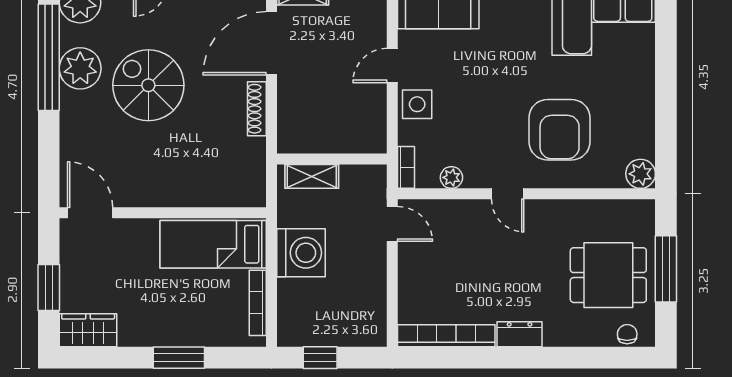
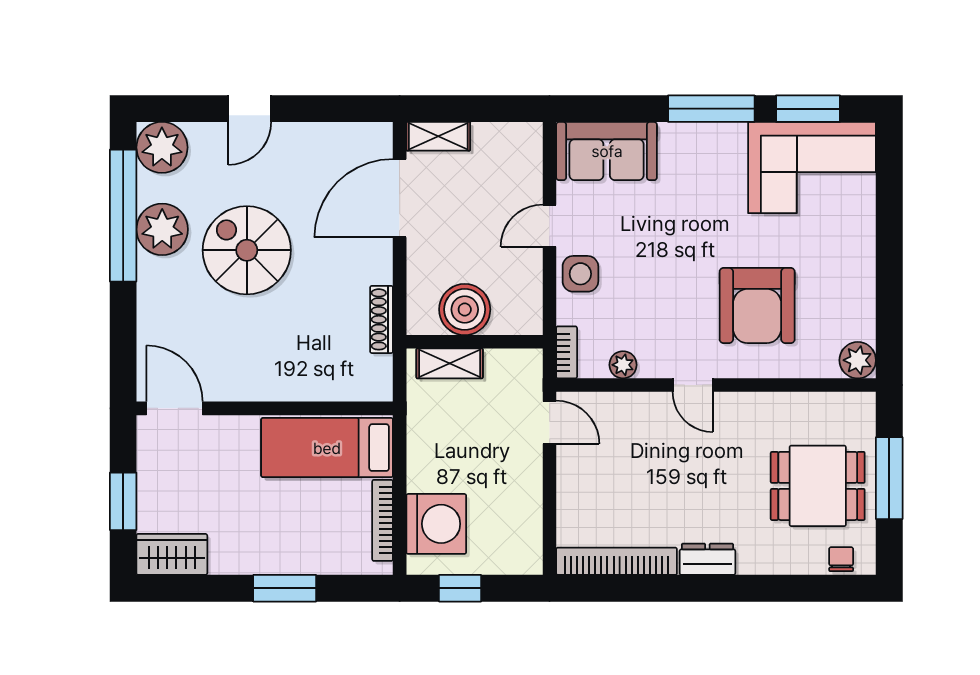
shoe rack: (257, 109) -> (382, 319), moved
boiler: (324, 133) -> (465, 309), added
washing machine: (301, 253) -> (436, 524), moved

